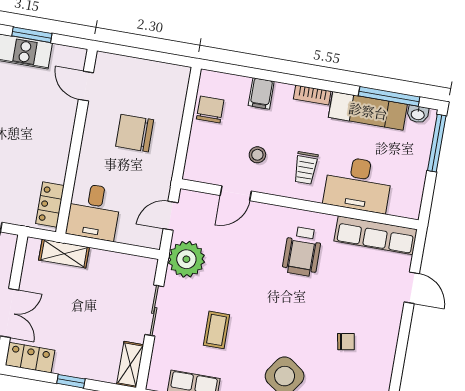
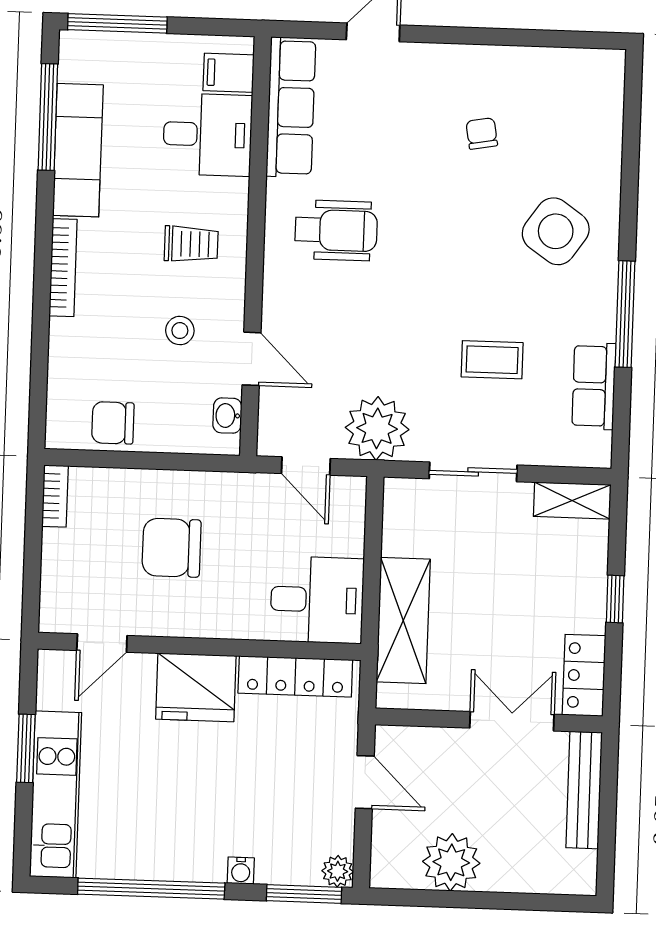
bookcase: (173, 71) -> (55, 496), added
filing cabinet: (261, 93) -> (229, 73), moved, turned 180
bookcase: (312, 95) -> (63, 268), width x1.56
washbasin: (418, 114) -> (227, 416), moved, turned 180
chair: (135, 133) -> (171, 548), turned 90
fridge: (53, 136) -> (196, 687), added
desk: (358, 184) -> (208, 135), width x0.73
locker: (50, 204) -> (295, 676), width x1.53
shelving: (64, 254) -> (403, 621), width x1.50, depth x1.33

